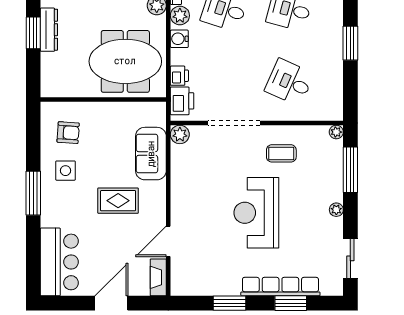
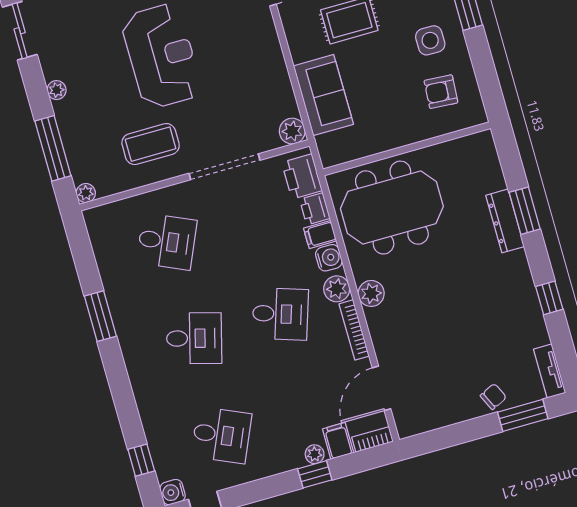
filing cabinet: (181, 57) -> (320, 234), added
coffee table: (281, 153) -> (151, 144), width x1.36, depth x1.30

